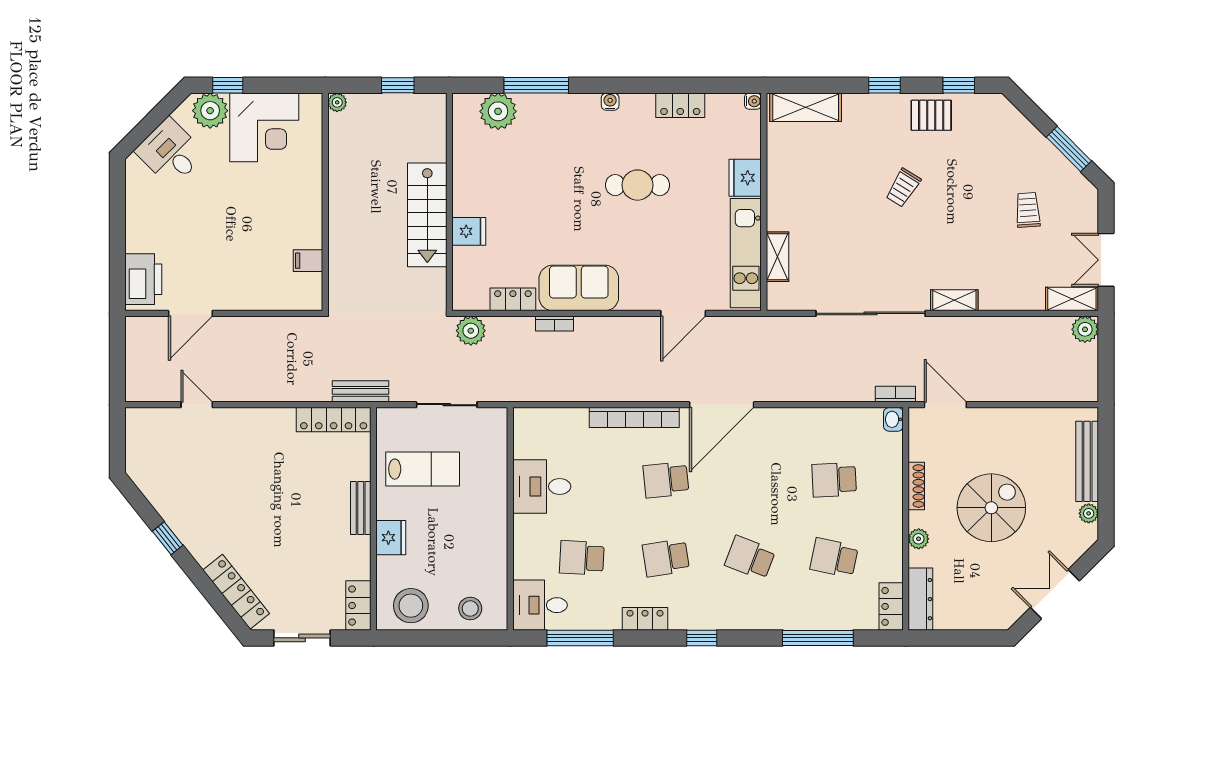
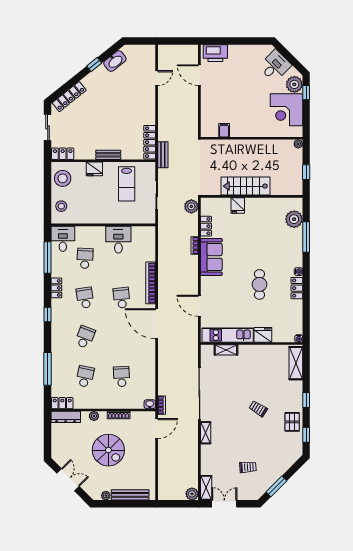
locker: (680, 105) -> (297, 288), moved
washbasin: (160, 494) -> (115, 61), added

